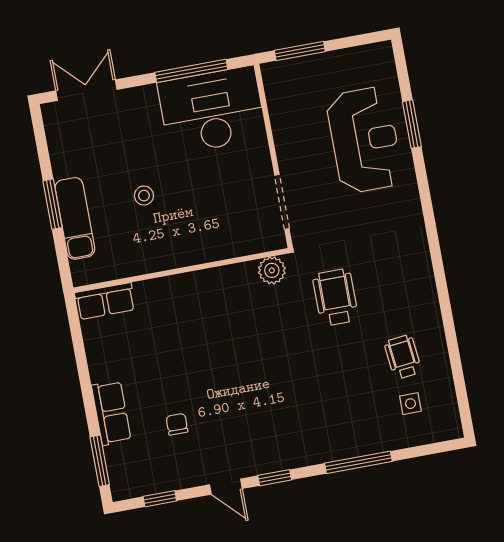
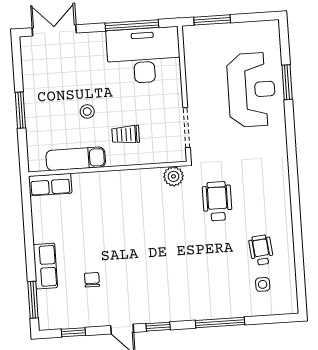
exam couch: (75, 218) -> (76, 159), moved, turned -90
trolley: (200, 221) -> (126, 135), added

